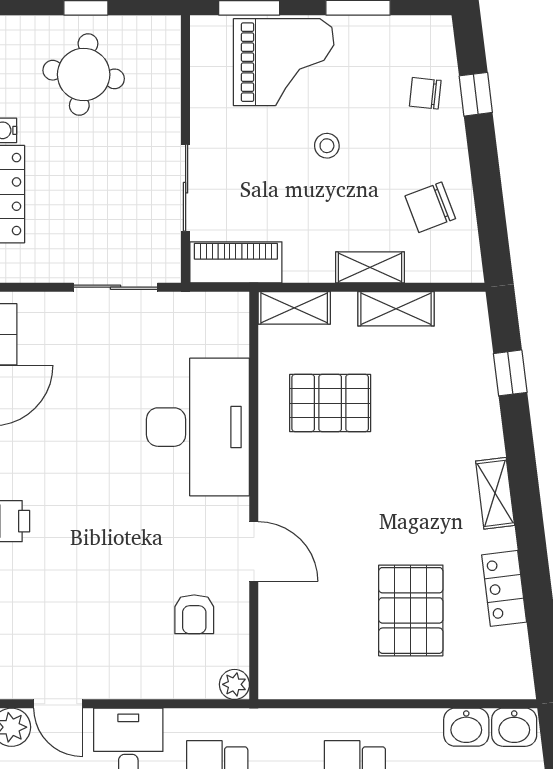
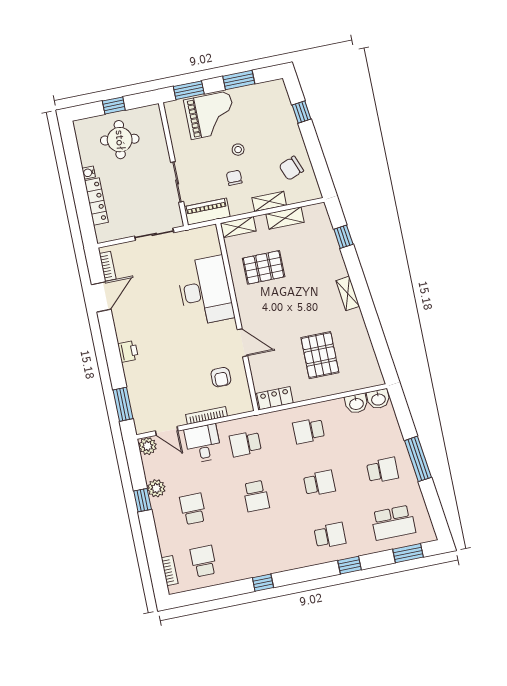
chair: (425, 93) -> (234, 178), moved, turned 84
locker: (504, 588) -> (275, 398), moved, turned 97
plant: (234, 684) -> (246, 406), removed
bookcase: (148, 688) -> (207, 415), added

